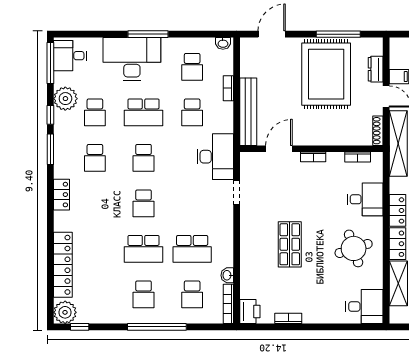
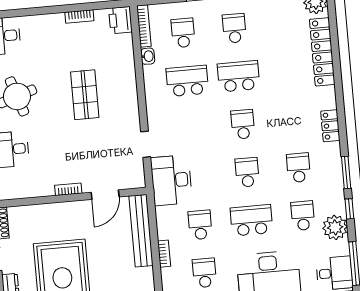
bookcase: (358, 157) -> (21, 193), removed

